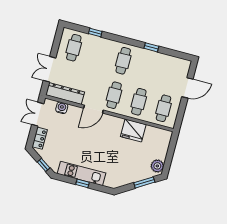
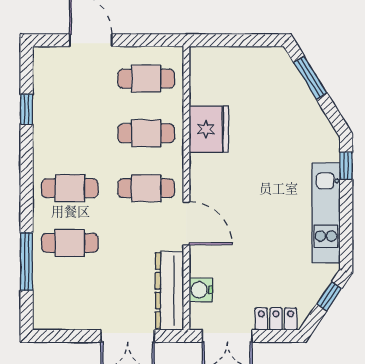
window: (95, 33) -> (27, 262), width x2.17
window: (151, 47) -> (27, 109), moved
cafe table: (74, 48) -> (70, 243), moved
plant: (157, 166) -> (269, 60), removed
window: (83, 183) -> (346, 166), moved

